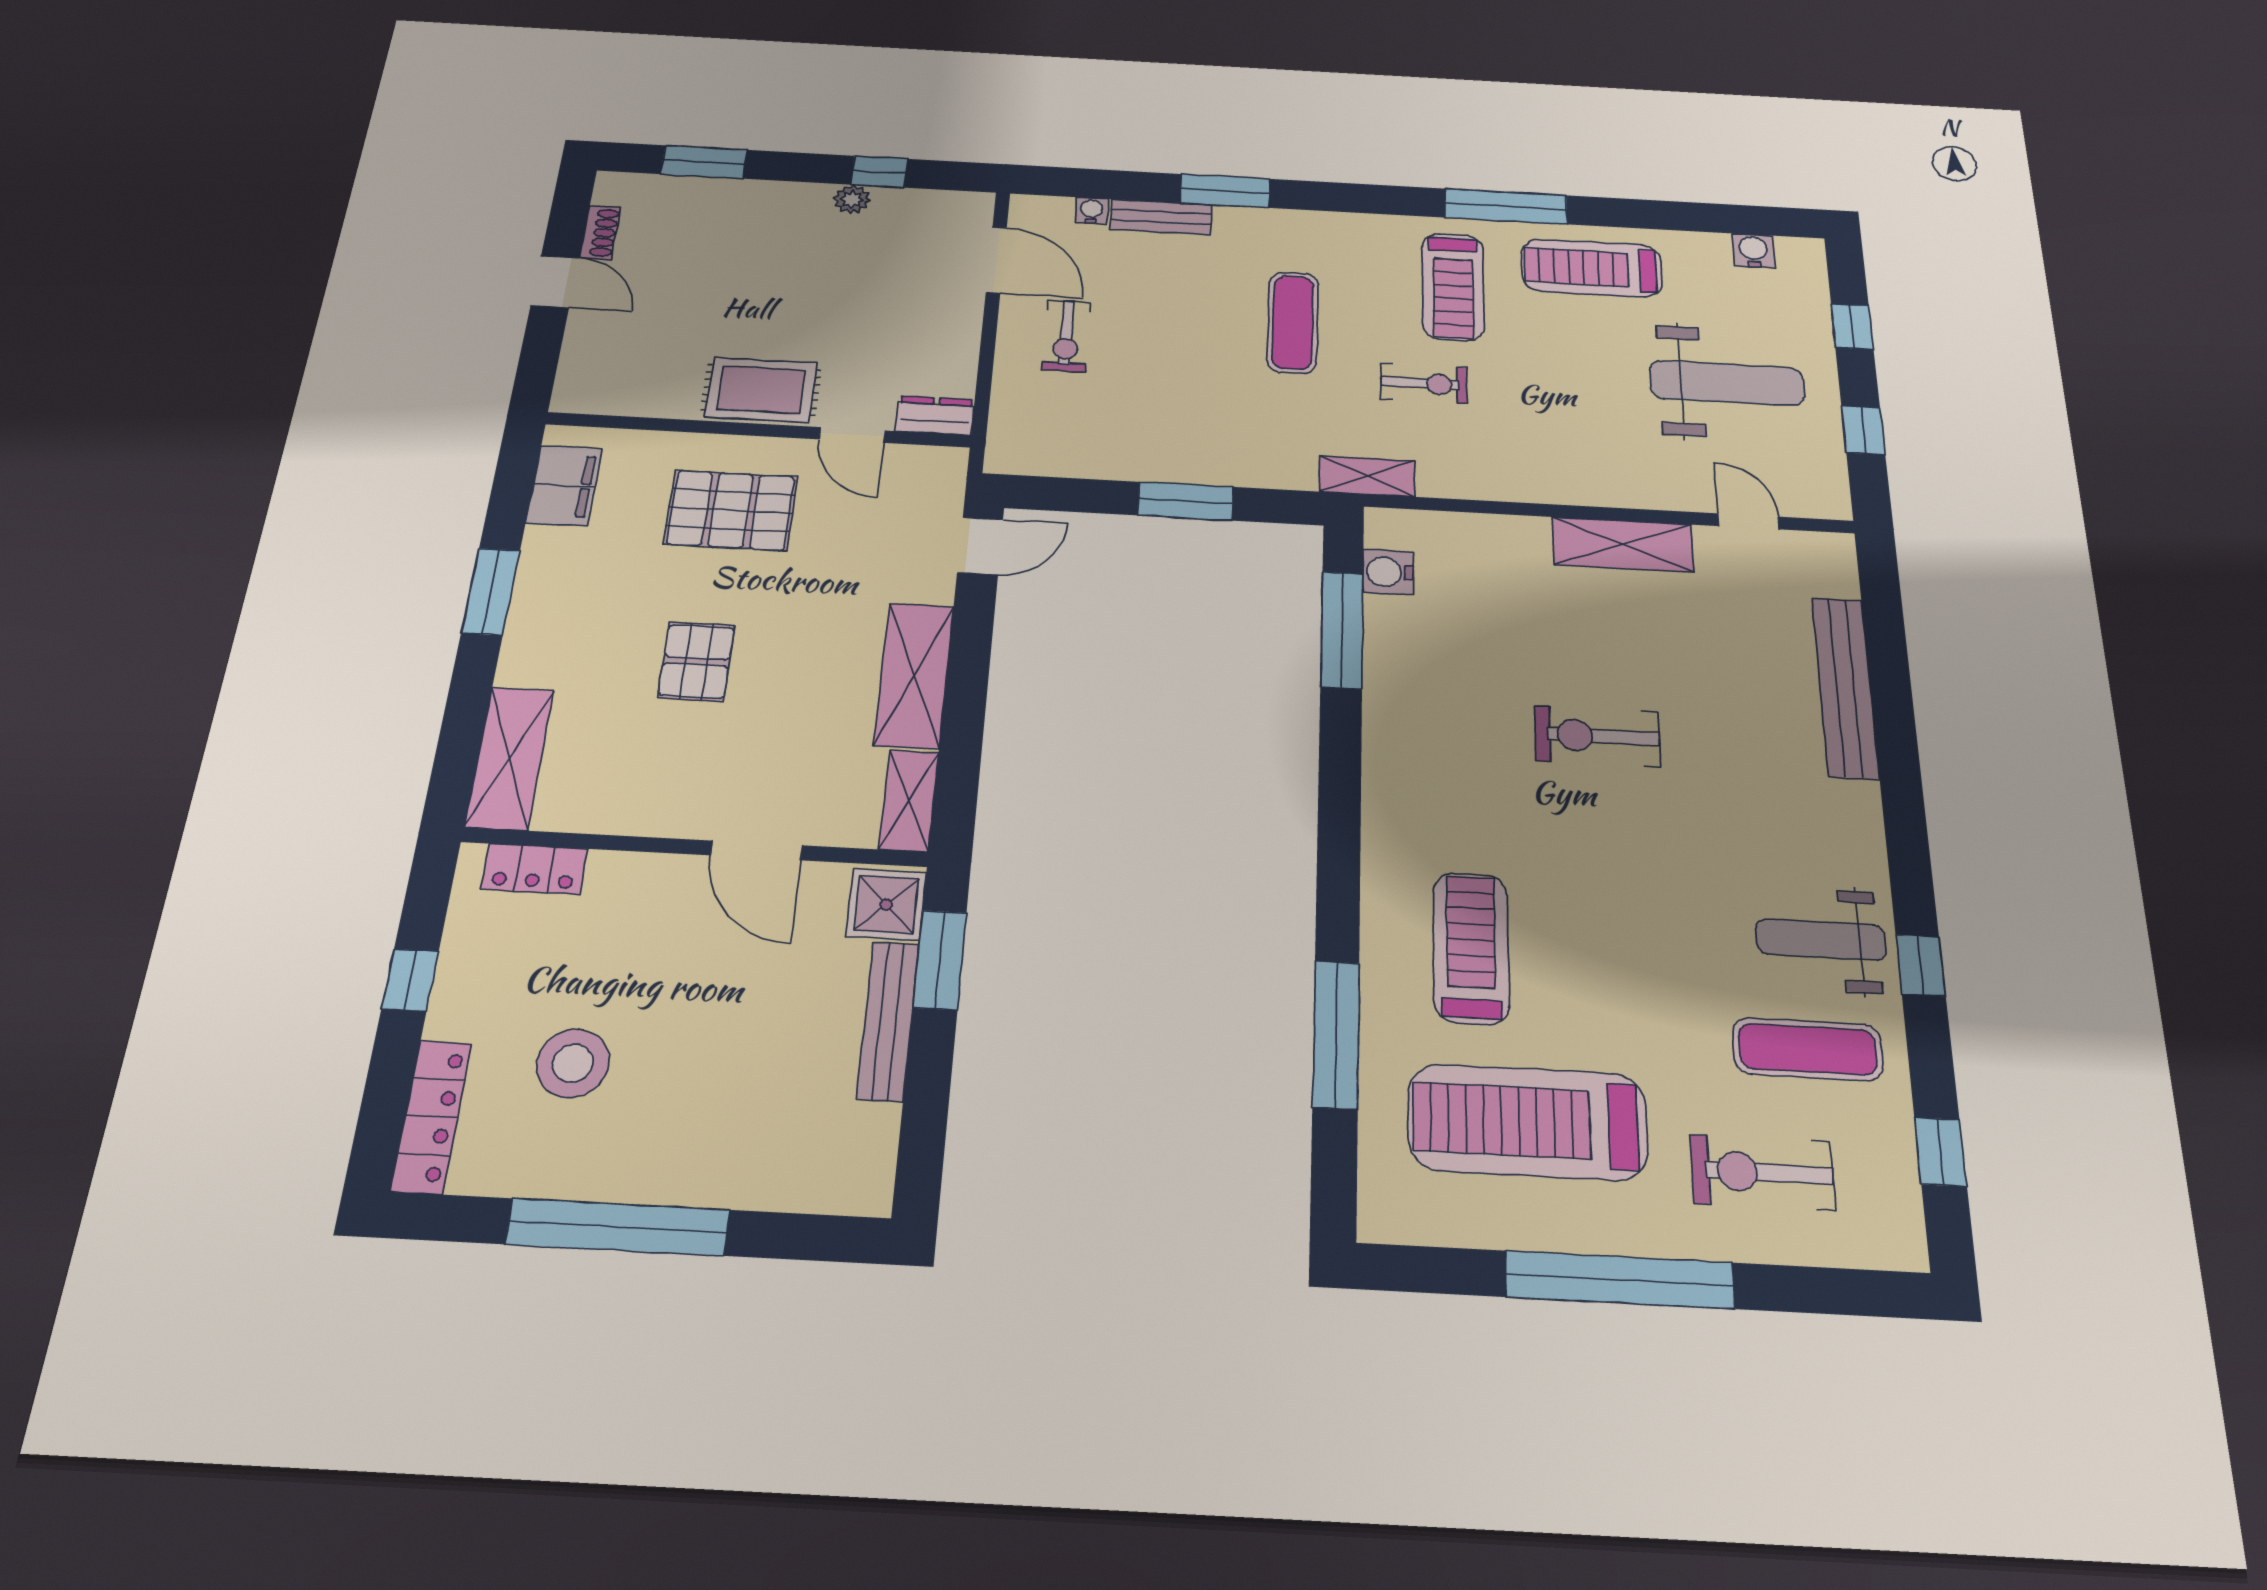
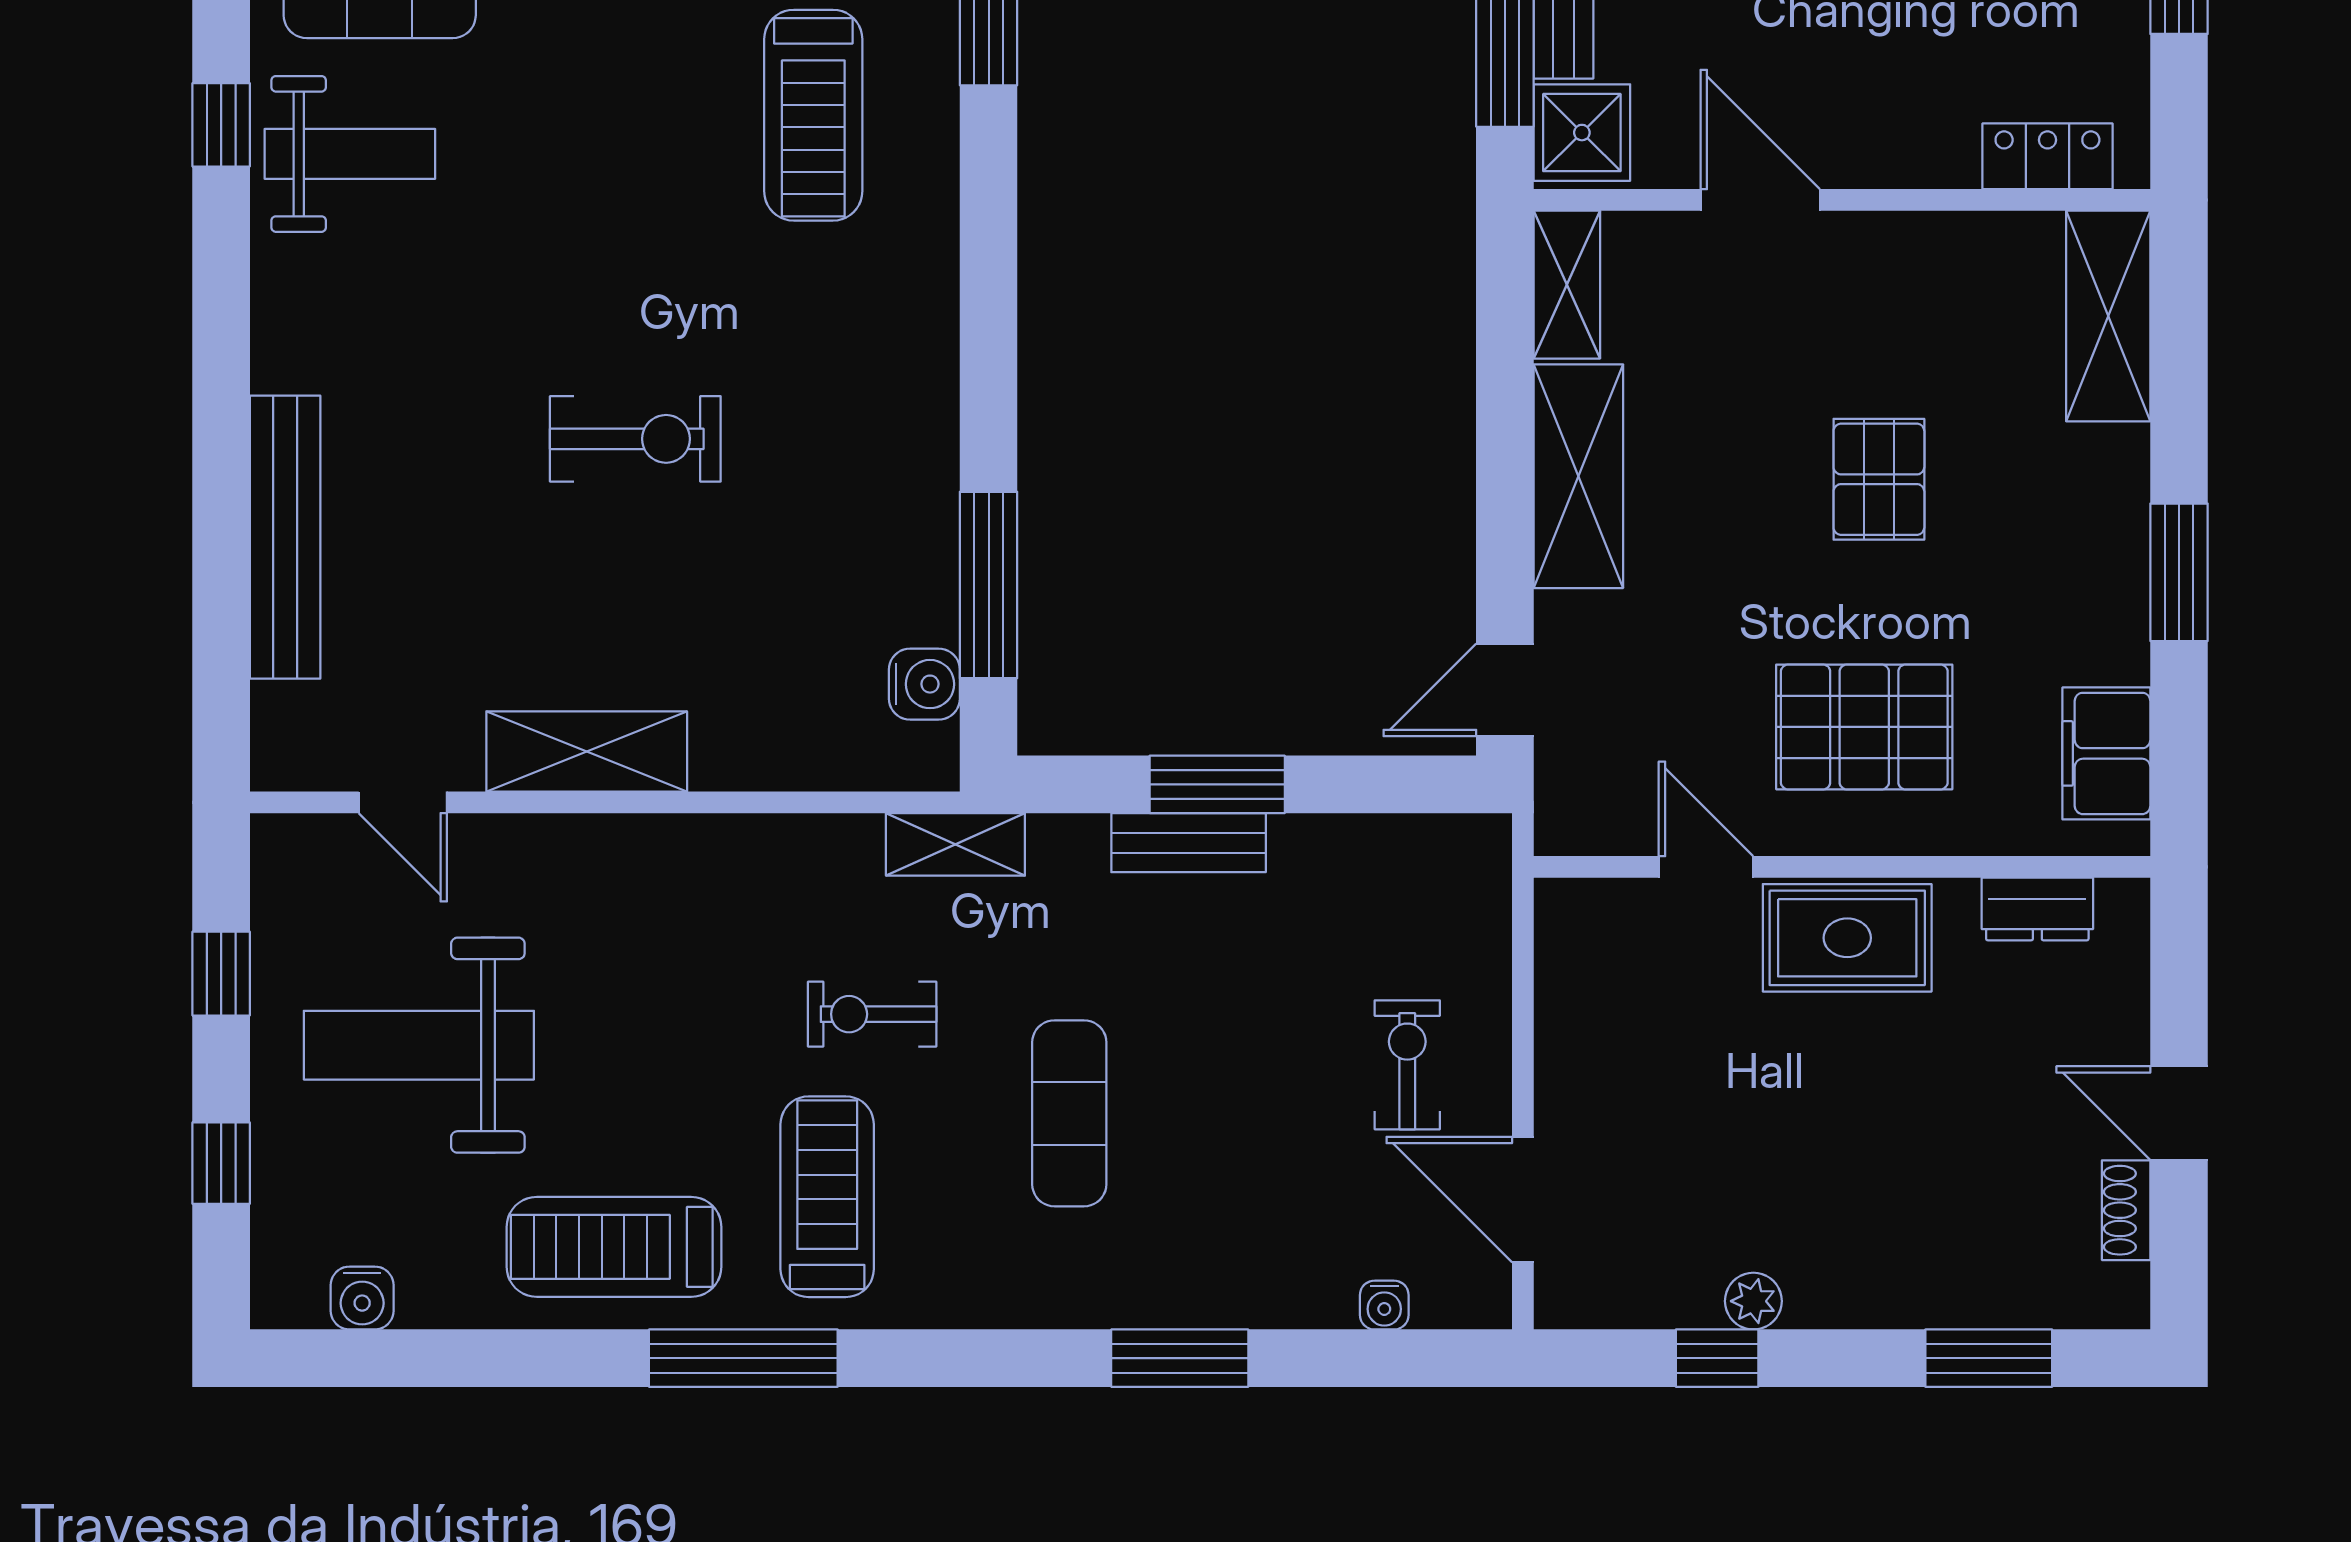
bench: (1161, 217) -> (1189, 843), moved
treadmill: (1592, 268) -> (614, 1247), turned 180
dresser: (935, 416) -> (2037, 909), moved

